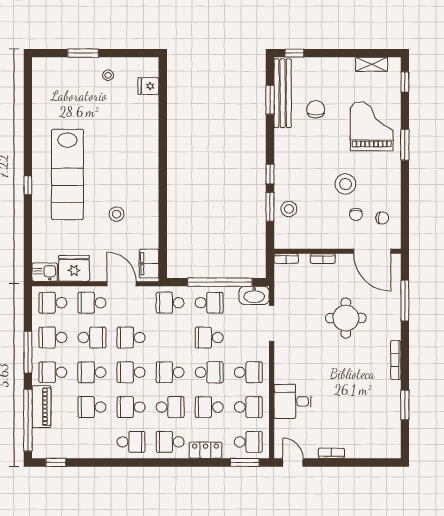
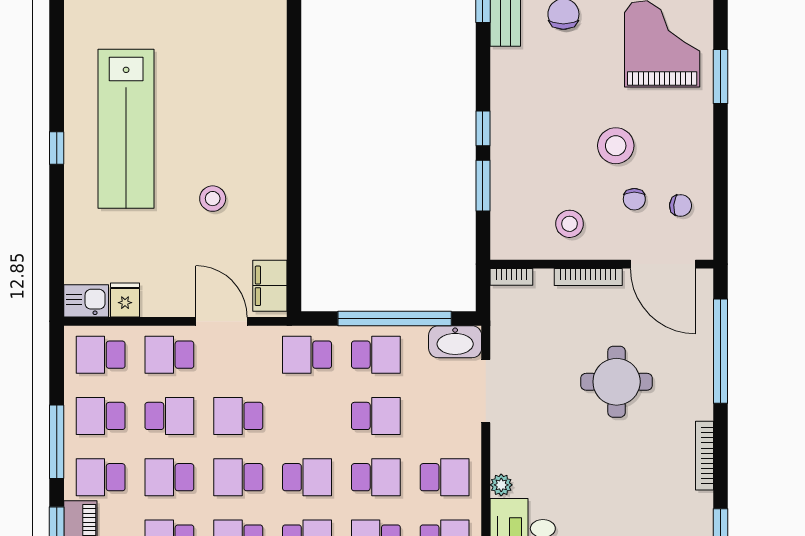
stool: (289, 209) -> (570, 224), moved
bookcase: (323, 259) -> (588, 277), width x1.56
fridge: (74, 268) -> (125, 300), width x0.53, depth x0.75
window: (405, 301) -> (720, 351), width x1.46
school desk: (209, 338) -> (376, 416), turned 180
school desk: (170, 372) -> (307, 477), turned 180
plant: (280, 377) -> (501, 485), added

